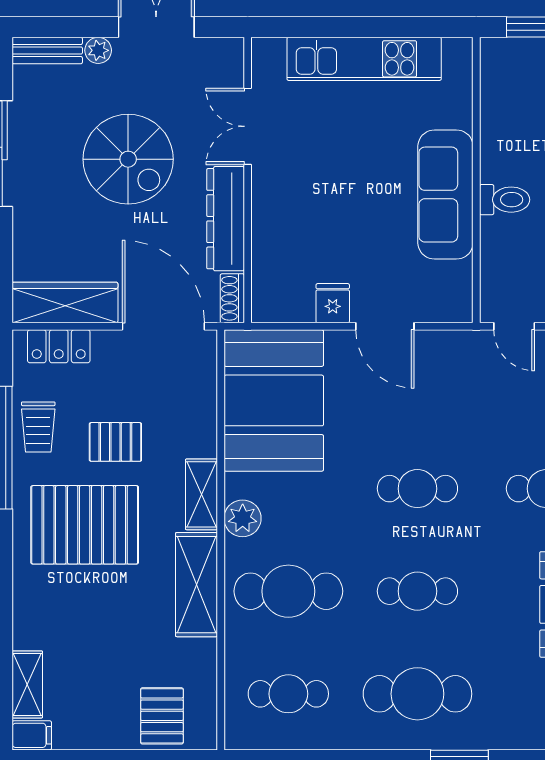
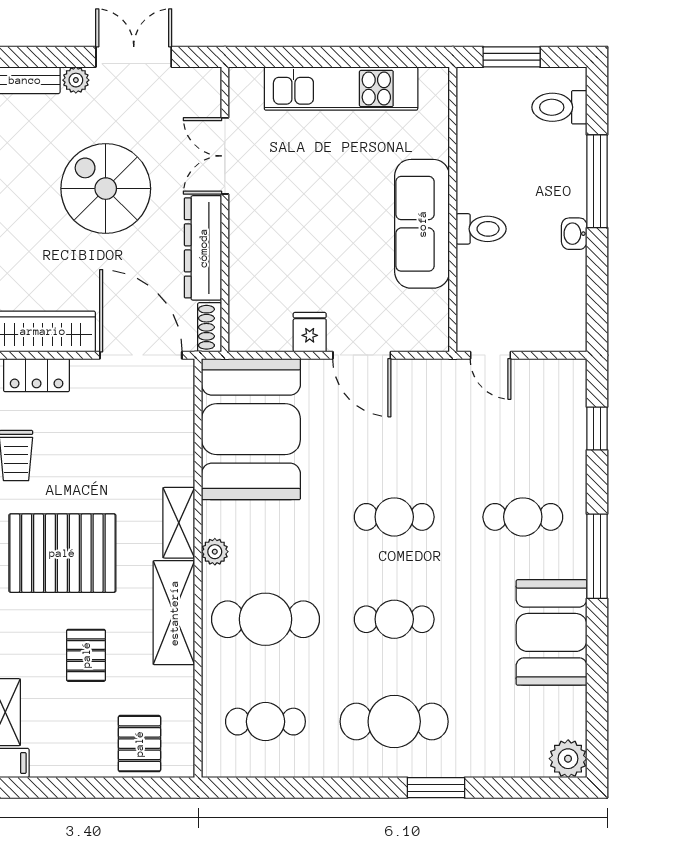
spiral stairs: (128, 159) -> (106, 189), turned 180
pallet: (115, 442) -> (86, 655), moved, turned 90
plant: (243, 518) -> (215, 552), width x0.73, depth x0.73

